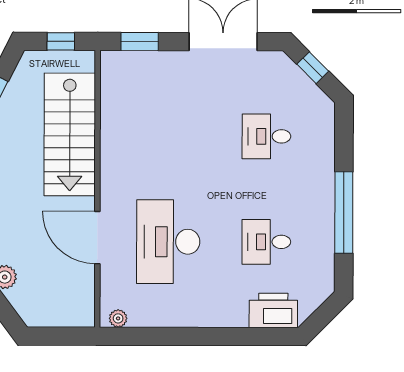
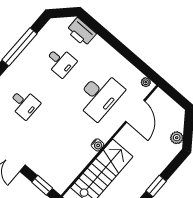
water cooler: (110, 168) -> (98, 145), added
door: (97, 238) -> (135, 111), moved

